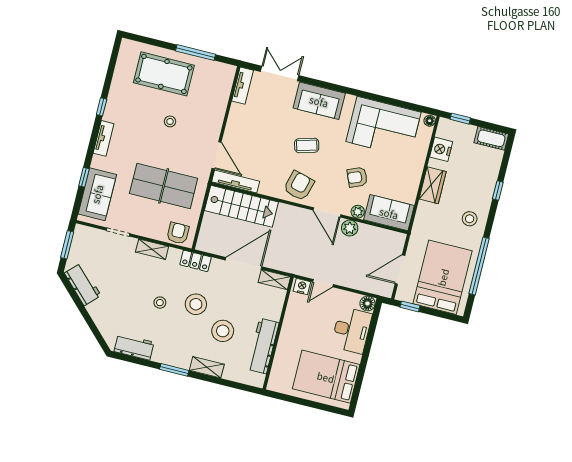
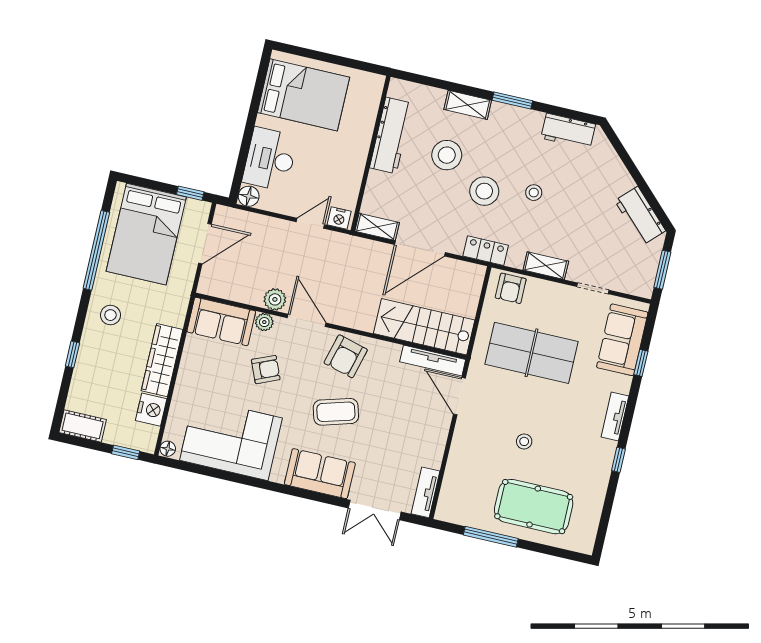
coffee table: (307, 145) -> (336, 412), width x1.36, depth x1.30
wardrobe: (433, 185) -> (162, 360), width x1.50

